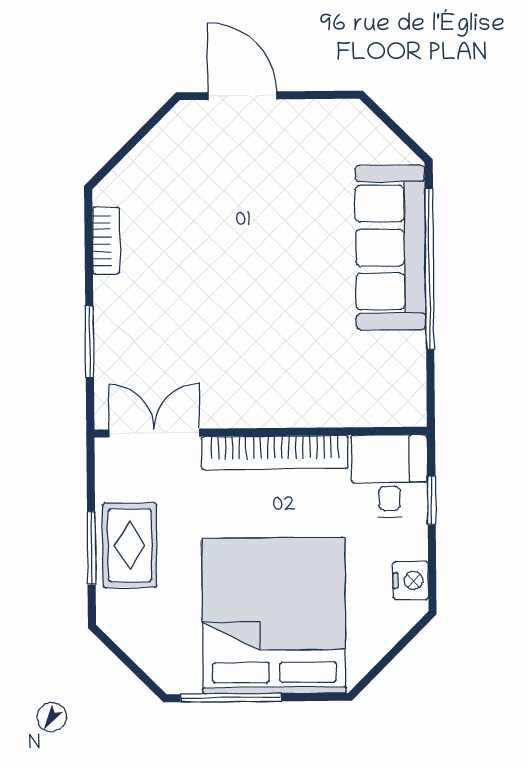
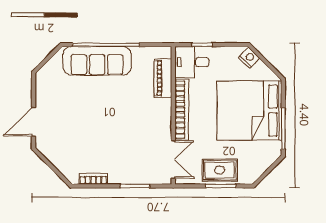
piano: (350, 406) -> (163, 78), added
double door: (154, 433) -> (173, 159), swing flipped
nightstand: (411, 580) -> (249, 58), moved, turned 45

